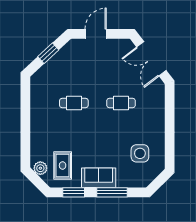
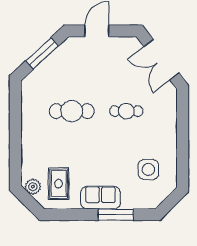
window: (48, 53) -> (42, 53), width x1.44
cafe table: (74, 103) -> (72, 111), width x1.37, depth x1.35
window: (74, 192) -> (71, 215), removed

